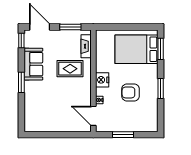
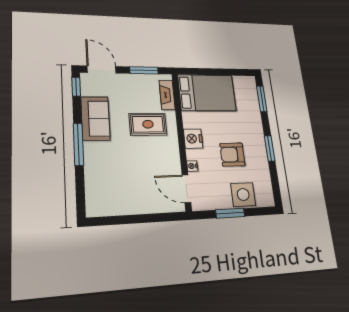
bed: (136, 49) -> (207, 93), moved, turned 180
window: (21, 82) -> (78, 144), width x1.44
side table: (135, 122) -> (243, 194), added

